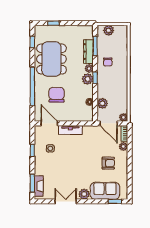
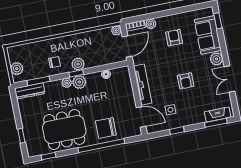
dresser: (88, 52) -> (30, 91), moved
chair: (57, 95) -> (106, 128), moved
plant: (102, 103) -> (78, 64), moved
door: (49, 123) -> (141, 117), swing flipped
tv unit: (70, 130) -> (143, 85), width x1.41
armchair: (71, 165) -> (186, 81), added

